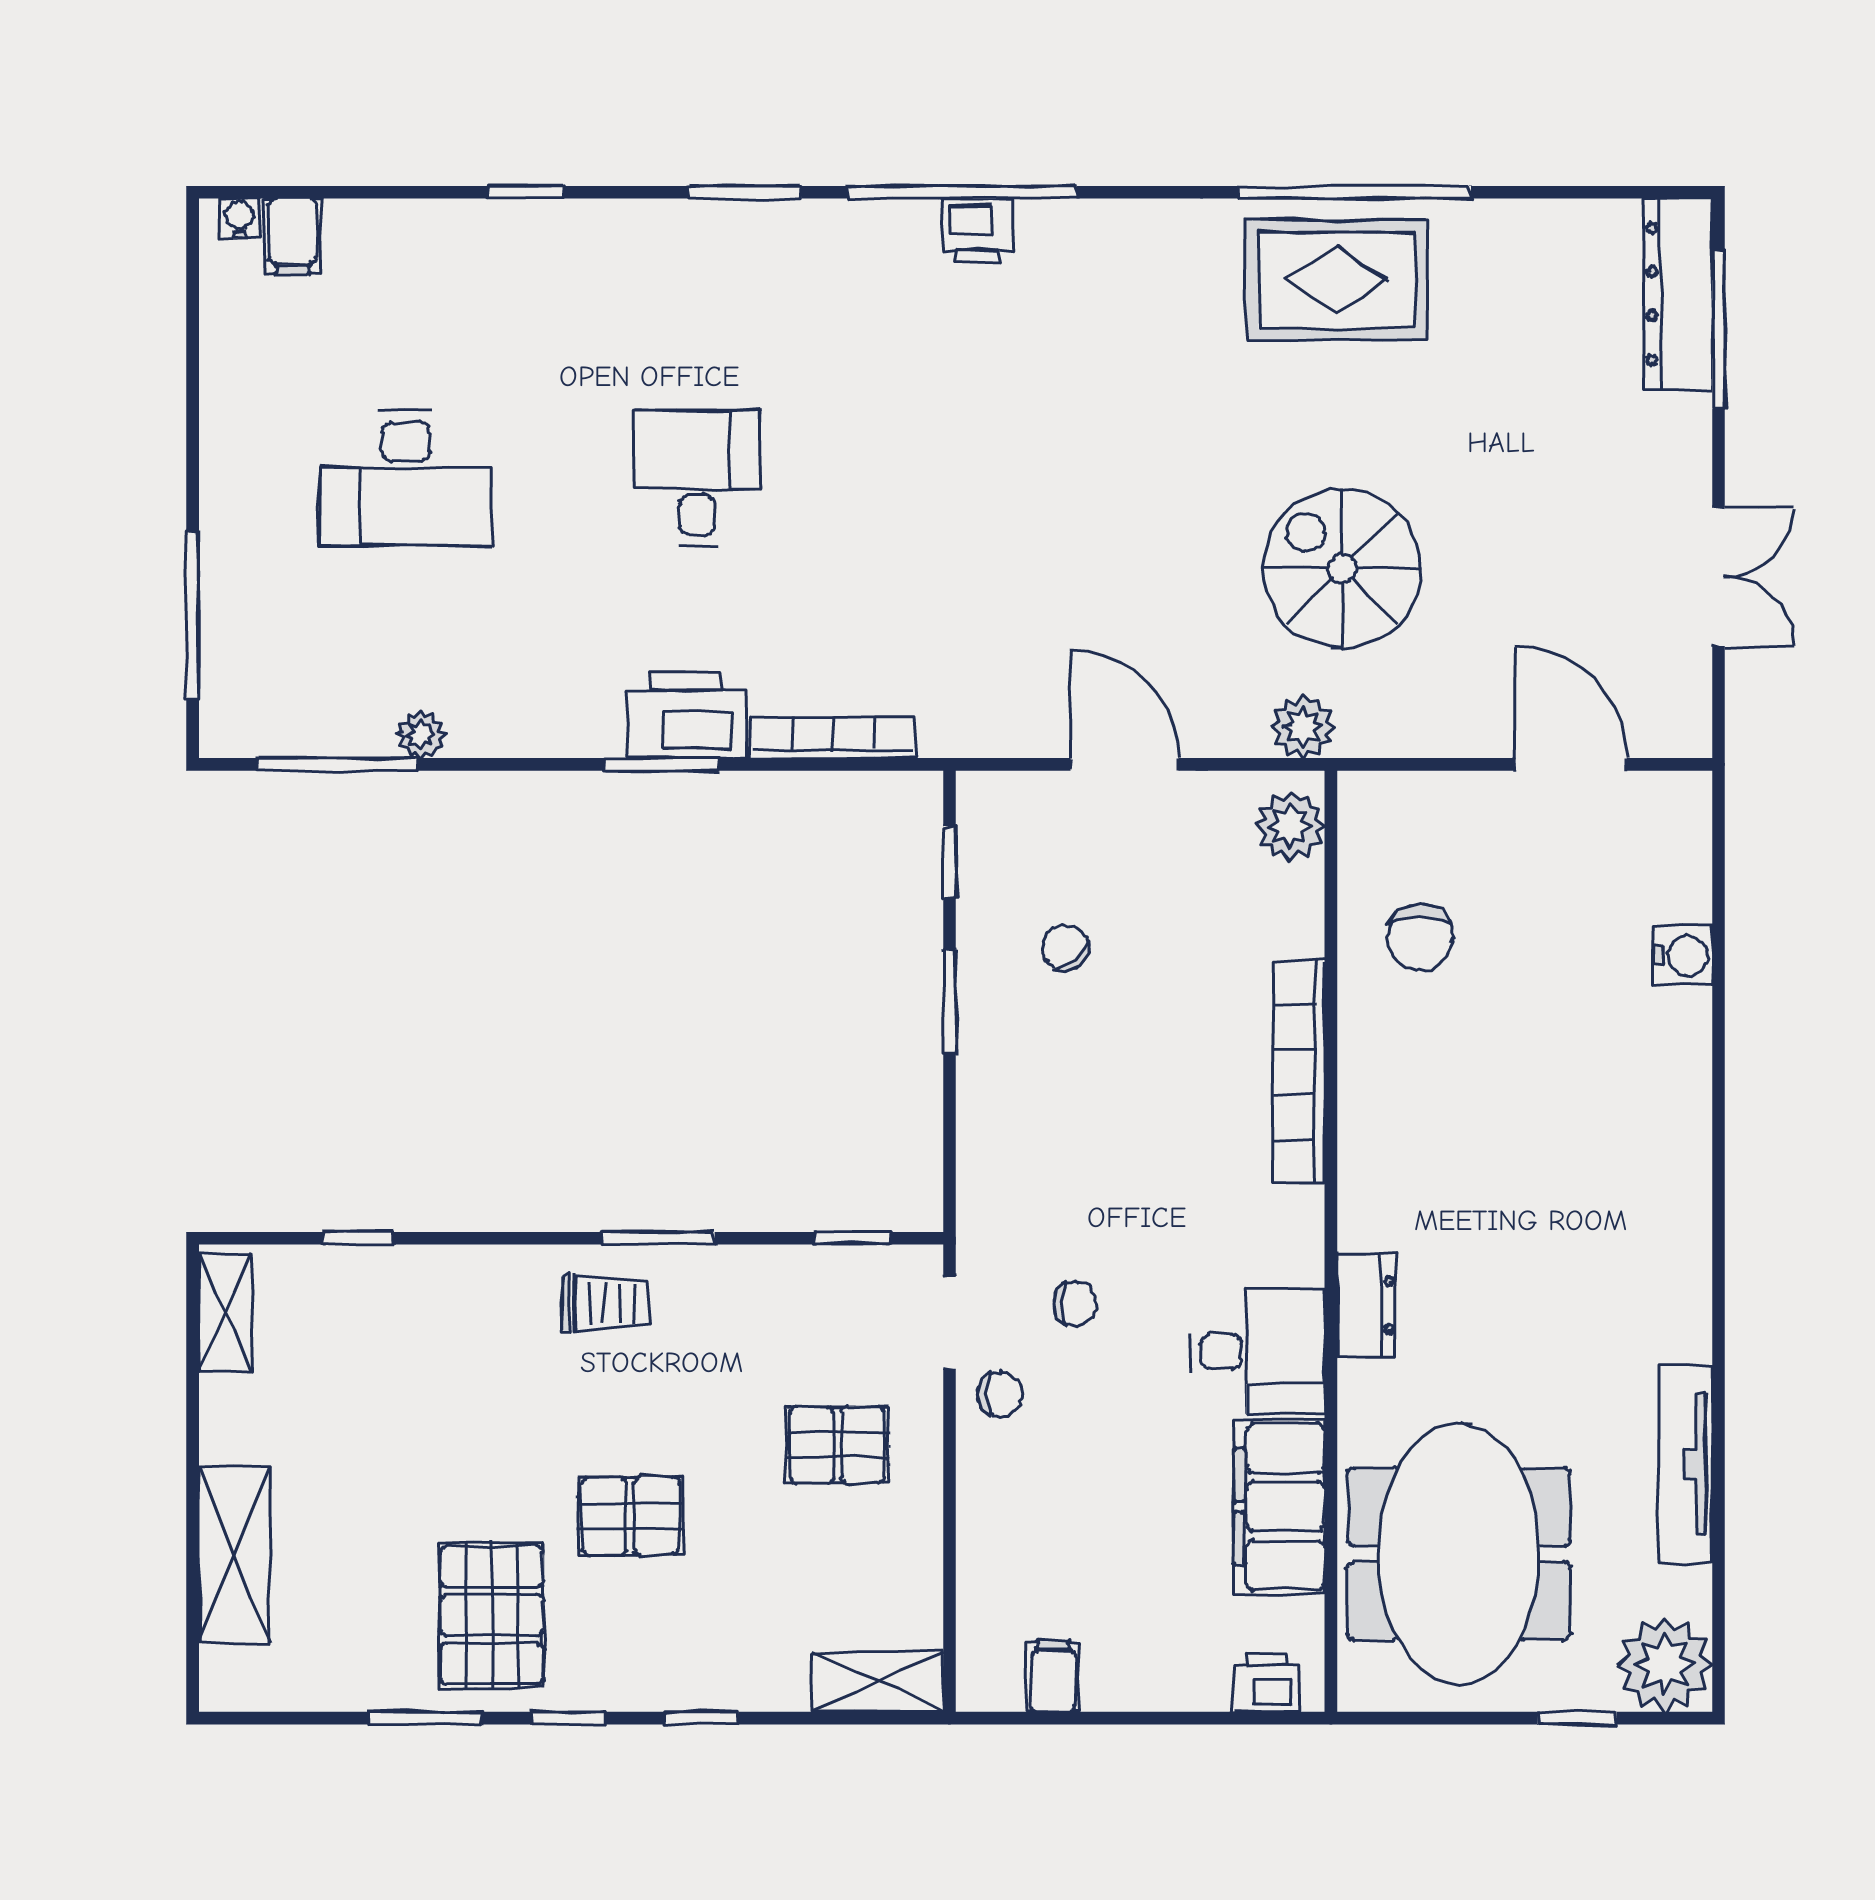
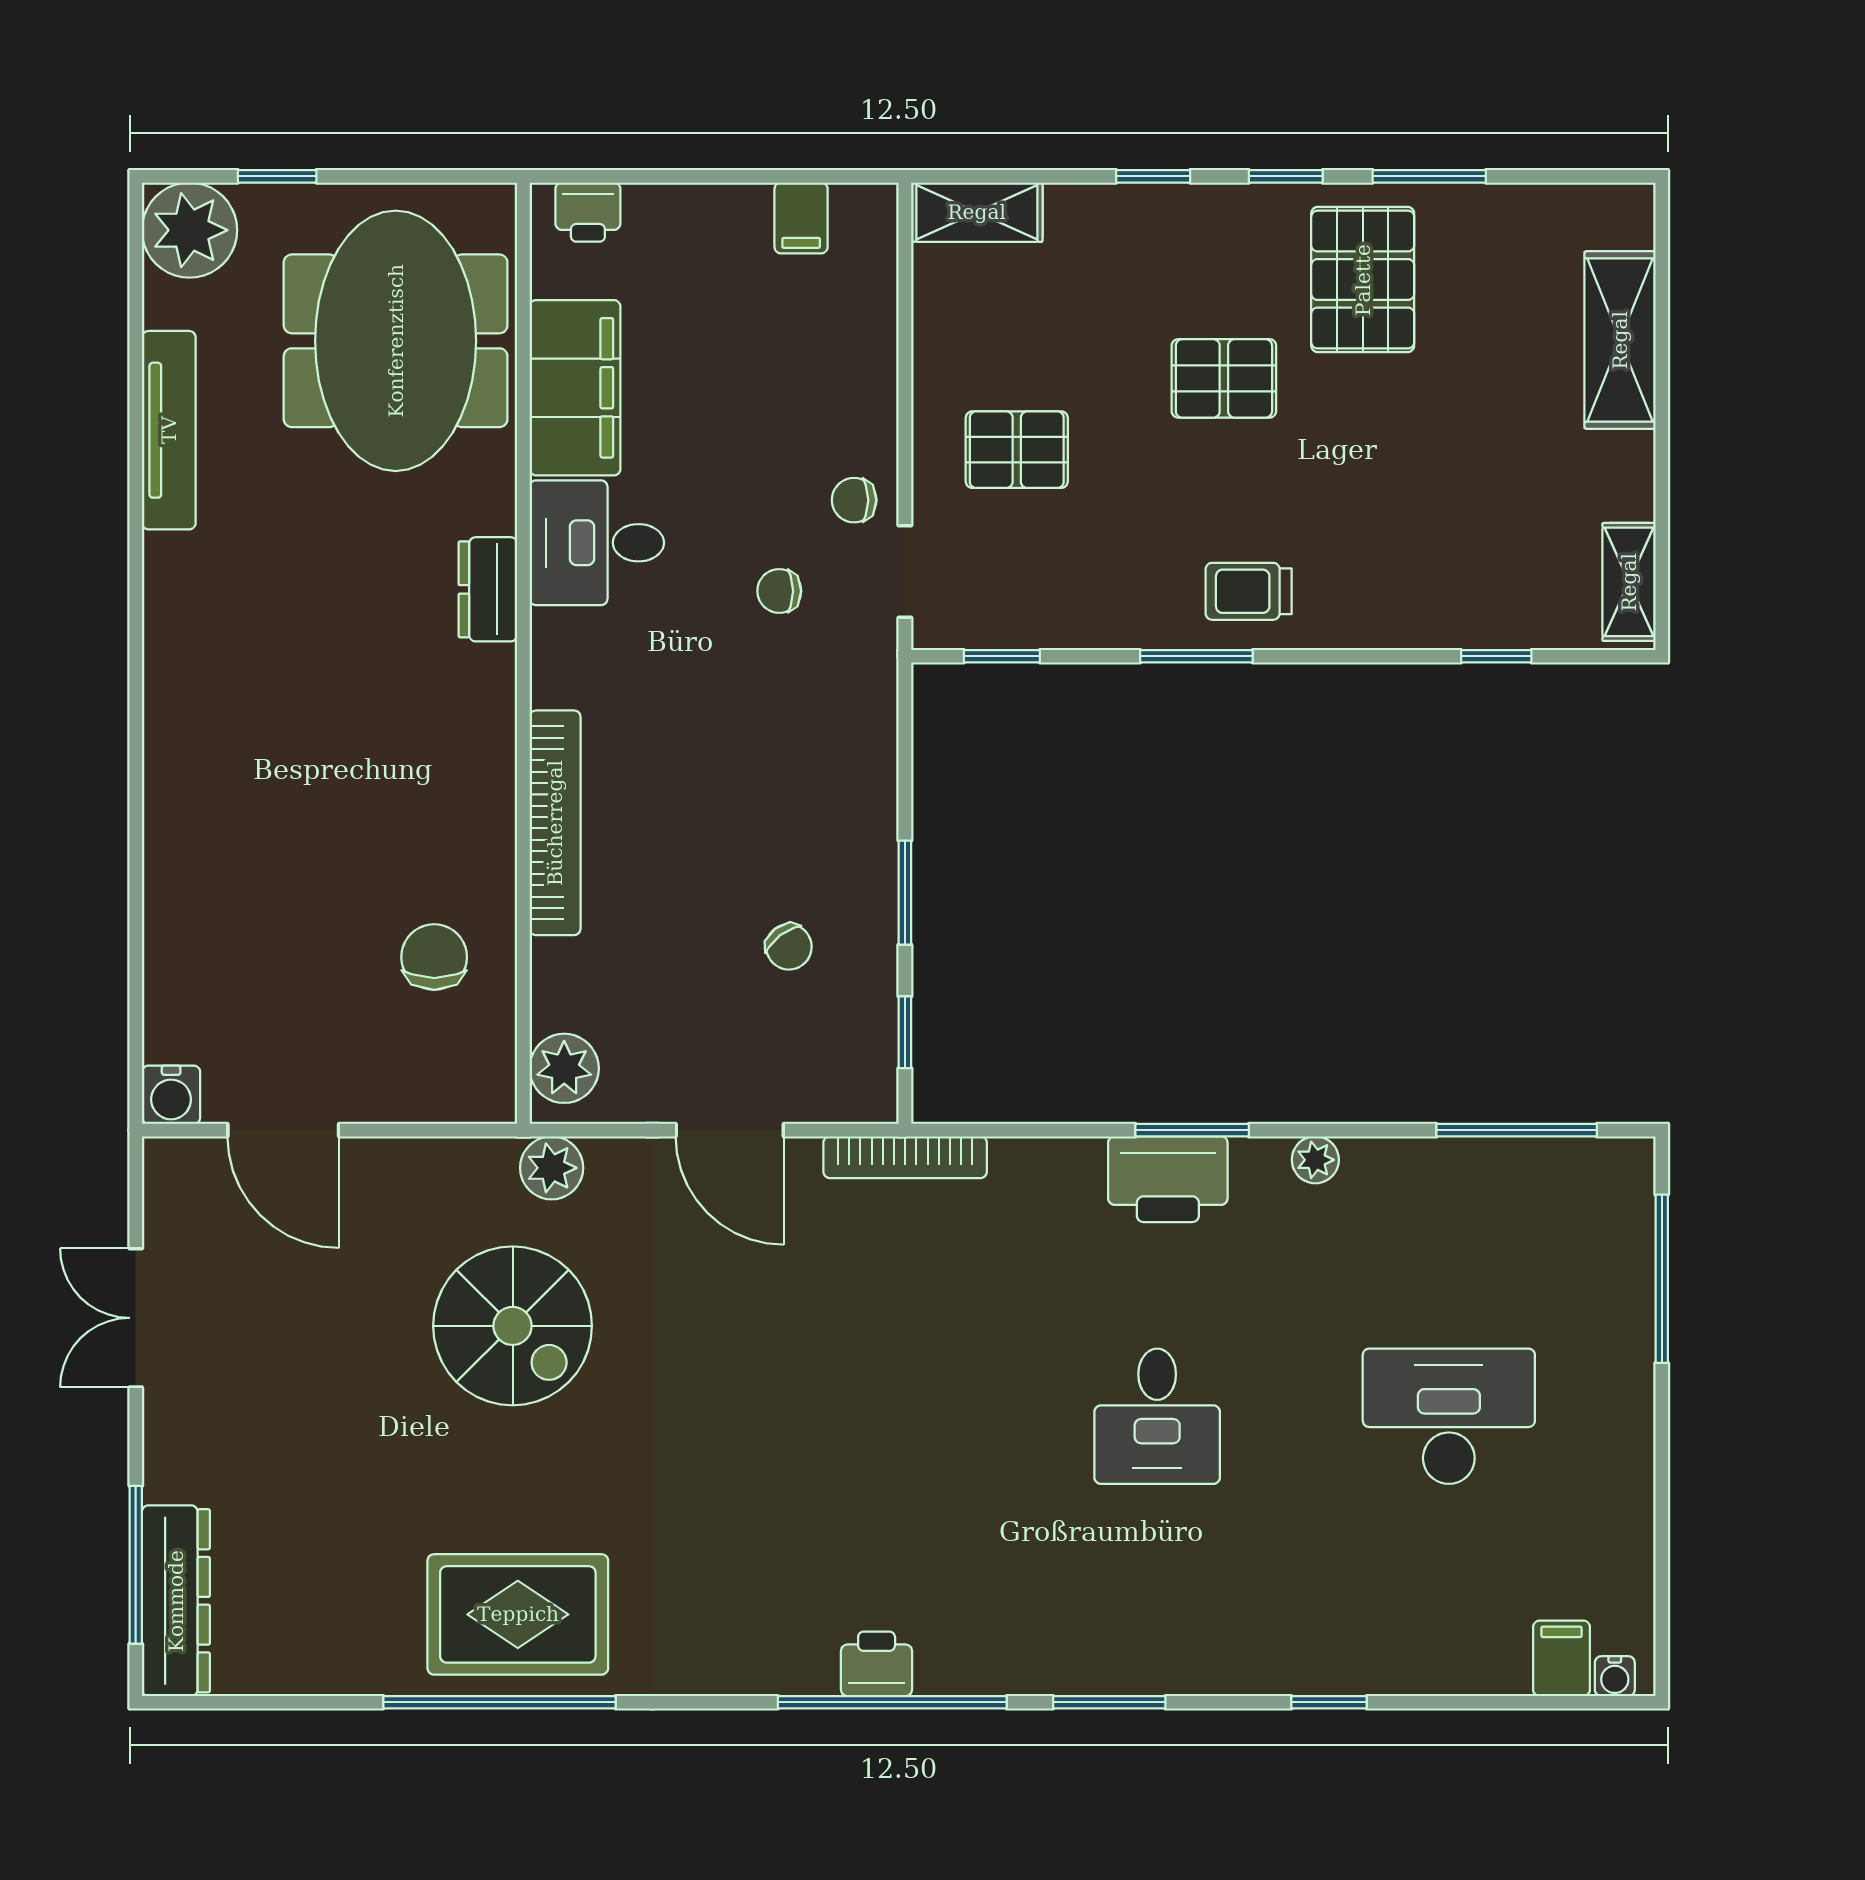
plant: (421, 735) -> (1315, 1160), moved
bookcase: (833, 737) -> (905, 1157), moved
water cooler: (1683, 955) -> (171, 1095), moved, turned -90

